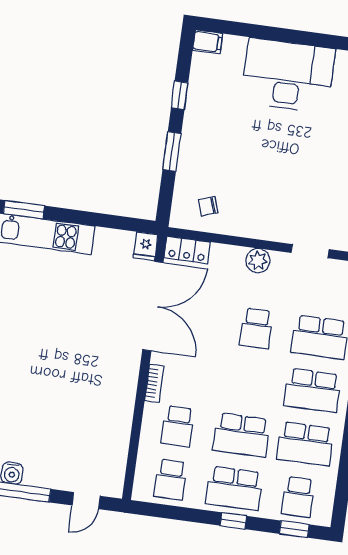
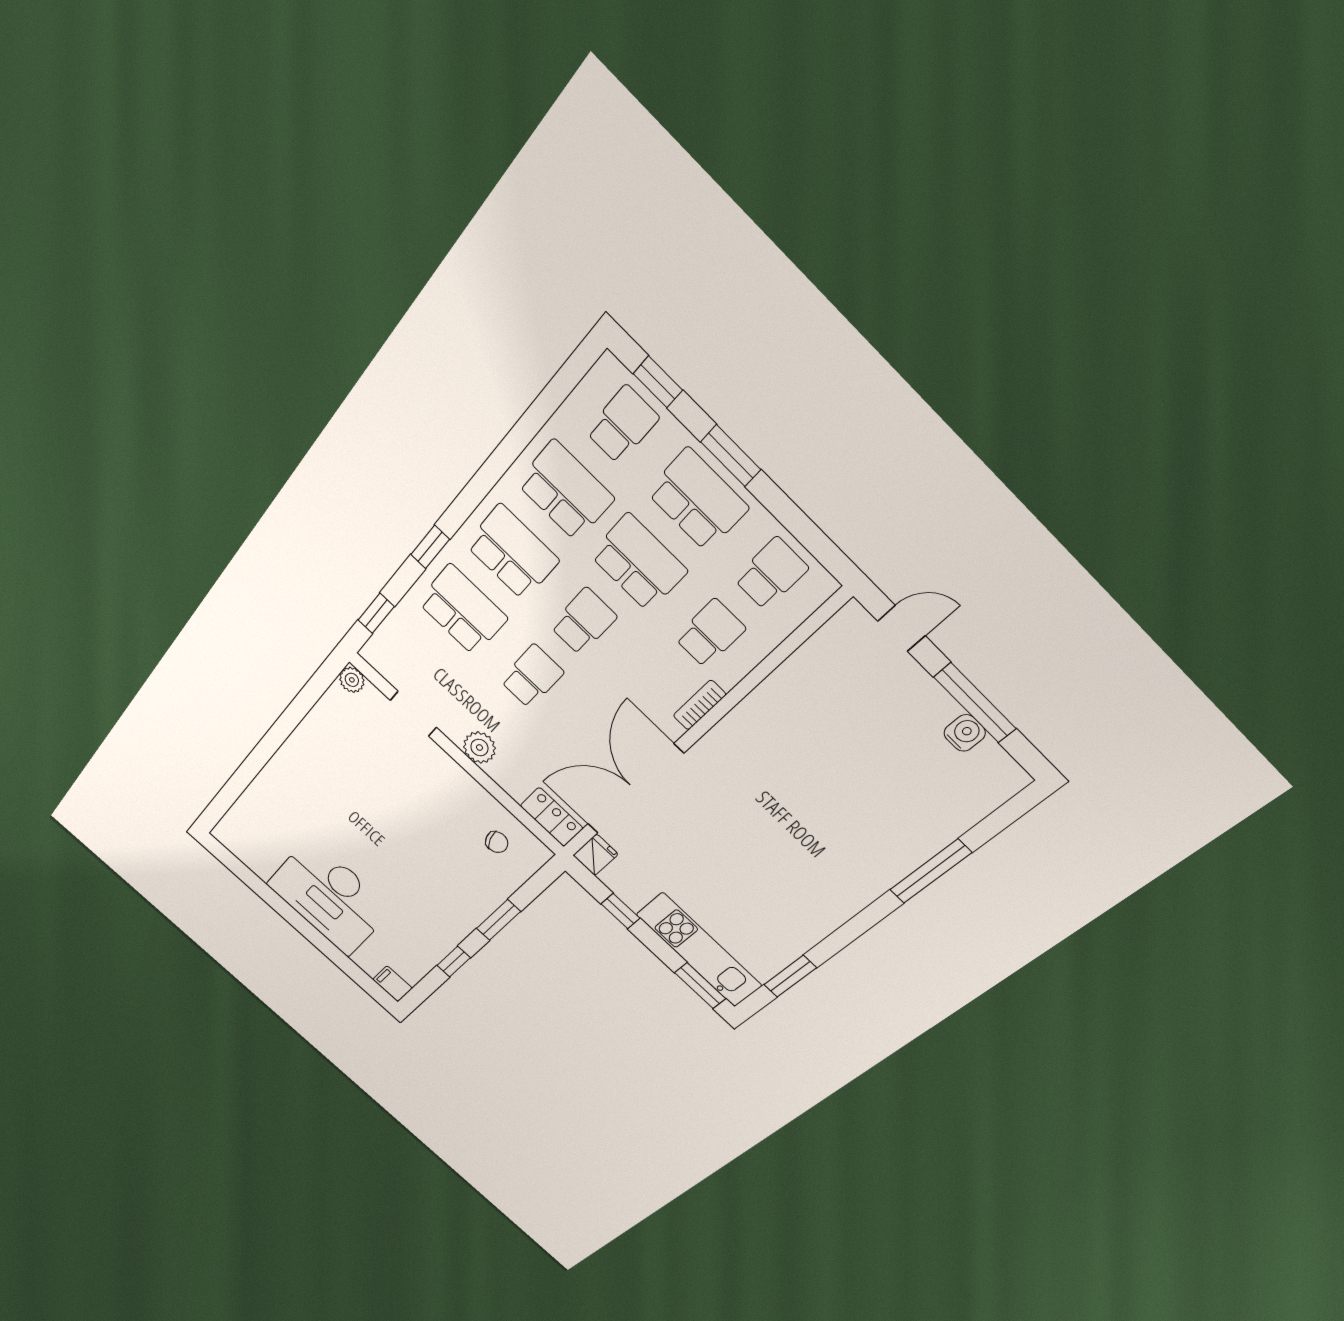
window: (105, 221) -> (620, 911), added
school desk: (249, 382) -> (583, 621), added
window: (233, 521) -> (731, 456), width x1.50

